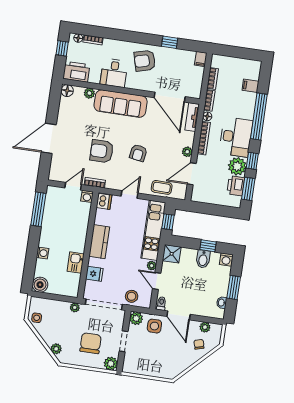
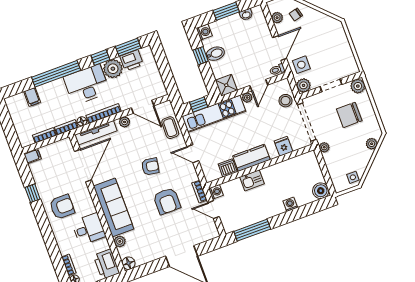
armchair: (145, 61) -> (62, 207), turned -75
tv unit: (192, 117) -> (96, 133), width x1.41
dishwasher: (104, 201) -> (228, 168), moved
kitchen sink: (76, 263) -> (252, 180), moved

